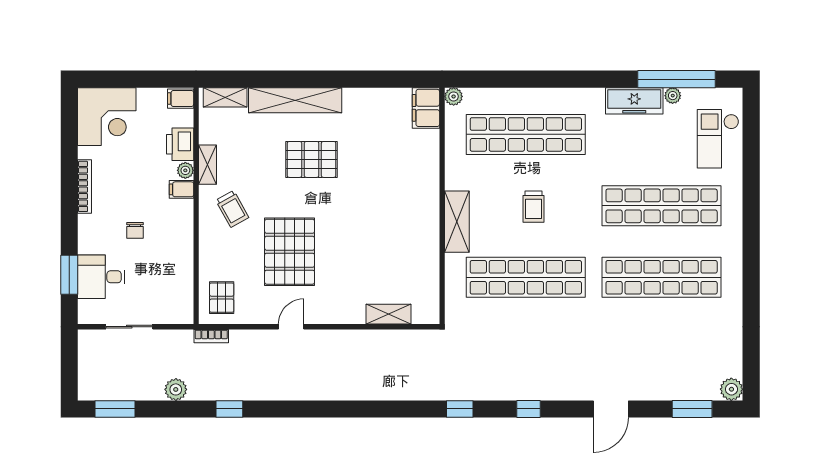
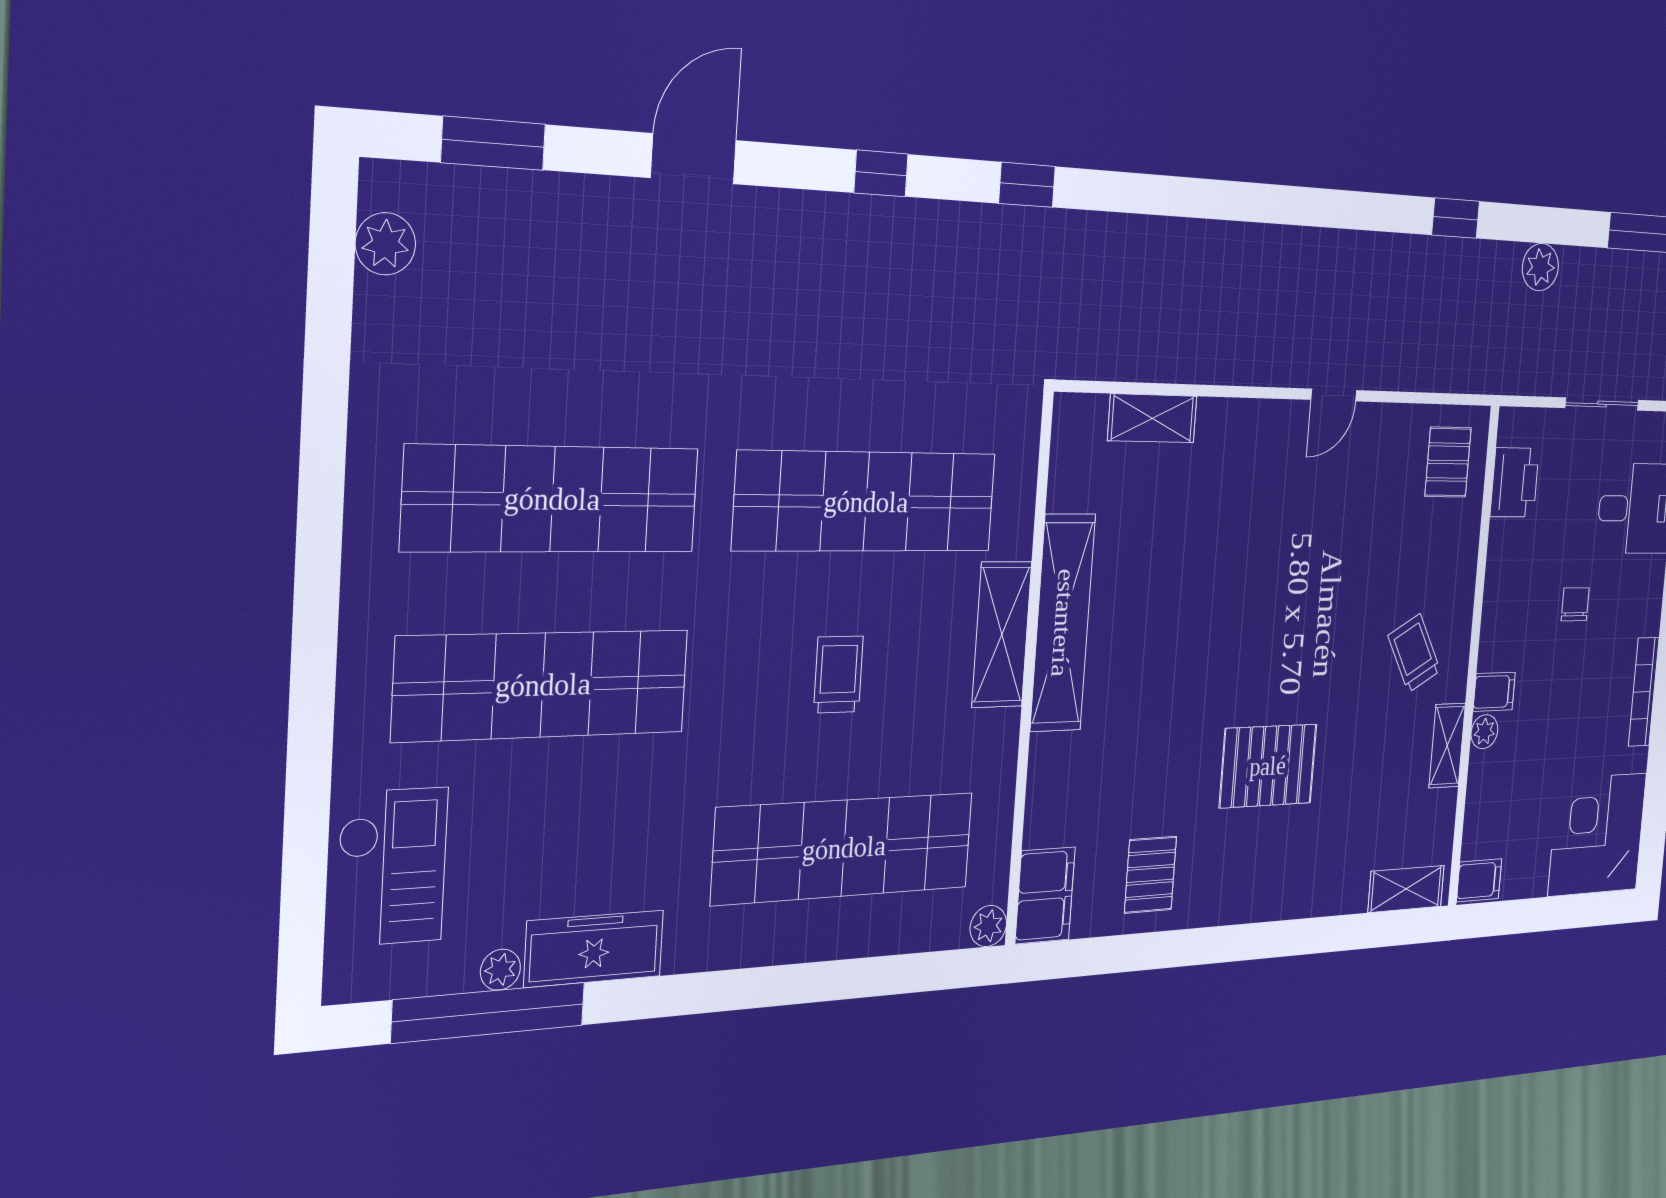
shelving: (295, 100) -> (1063, 623), moved, turned 90
printer: (180, 144) -> (1515, 482), moved
pallet: (290, 252) -> (1150, 875), moved, width x0.49, depth x0.50
bookcase: (211, 336) -> (1472, 379), removed
plant: (731, 389) -> (385, 244), moved

